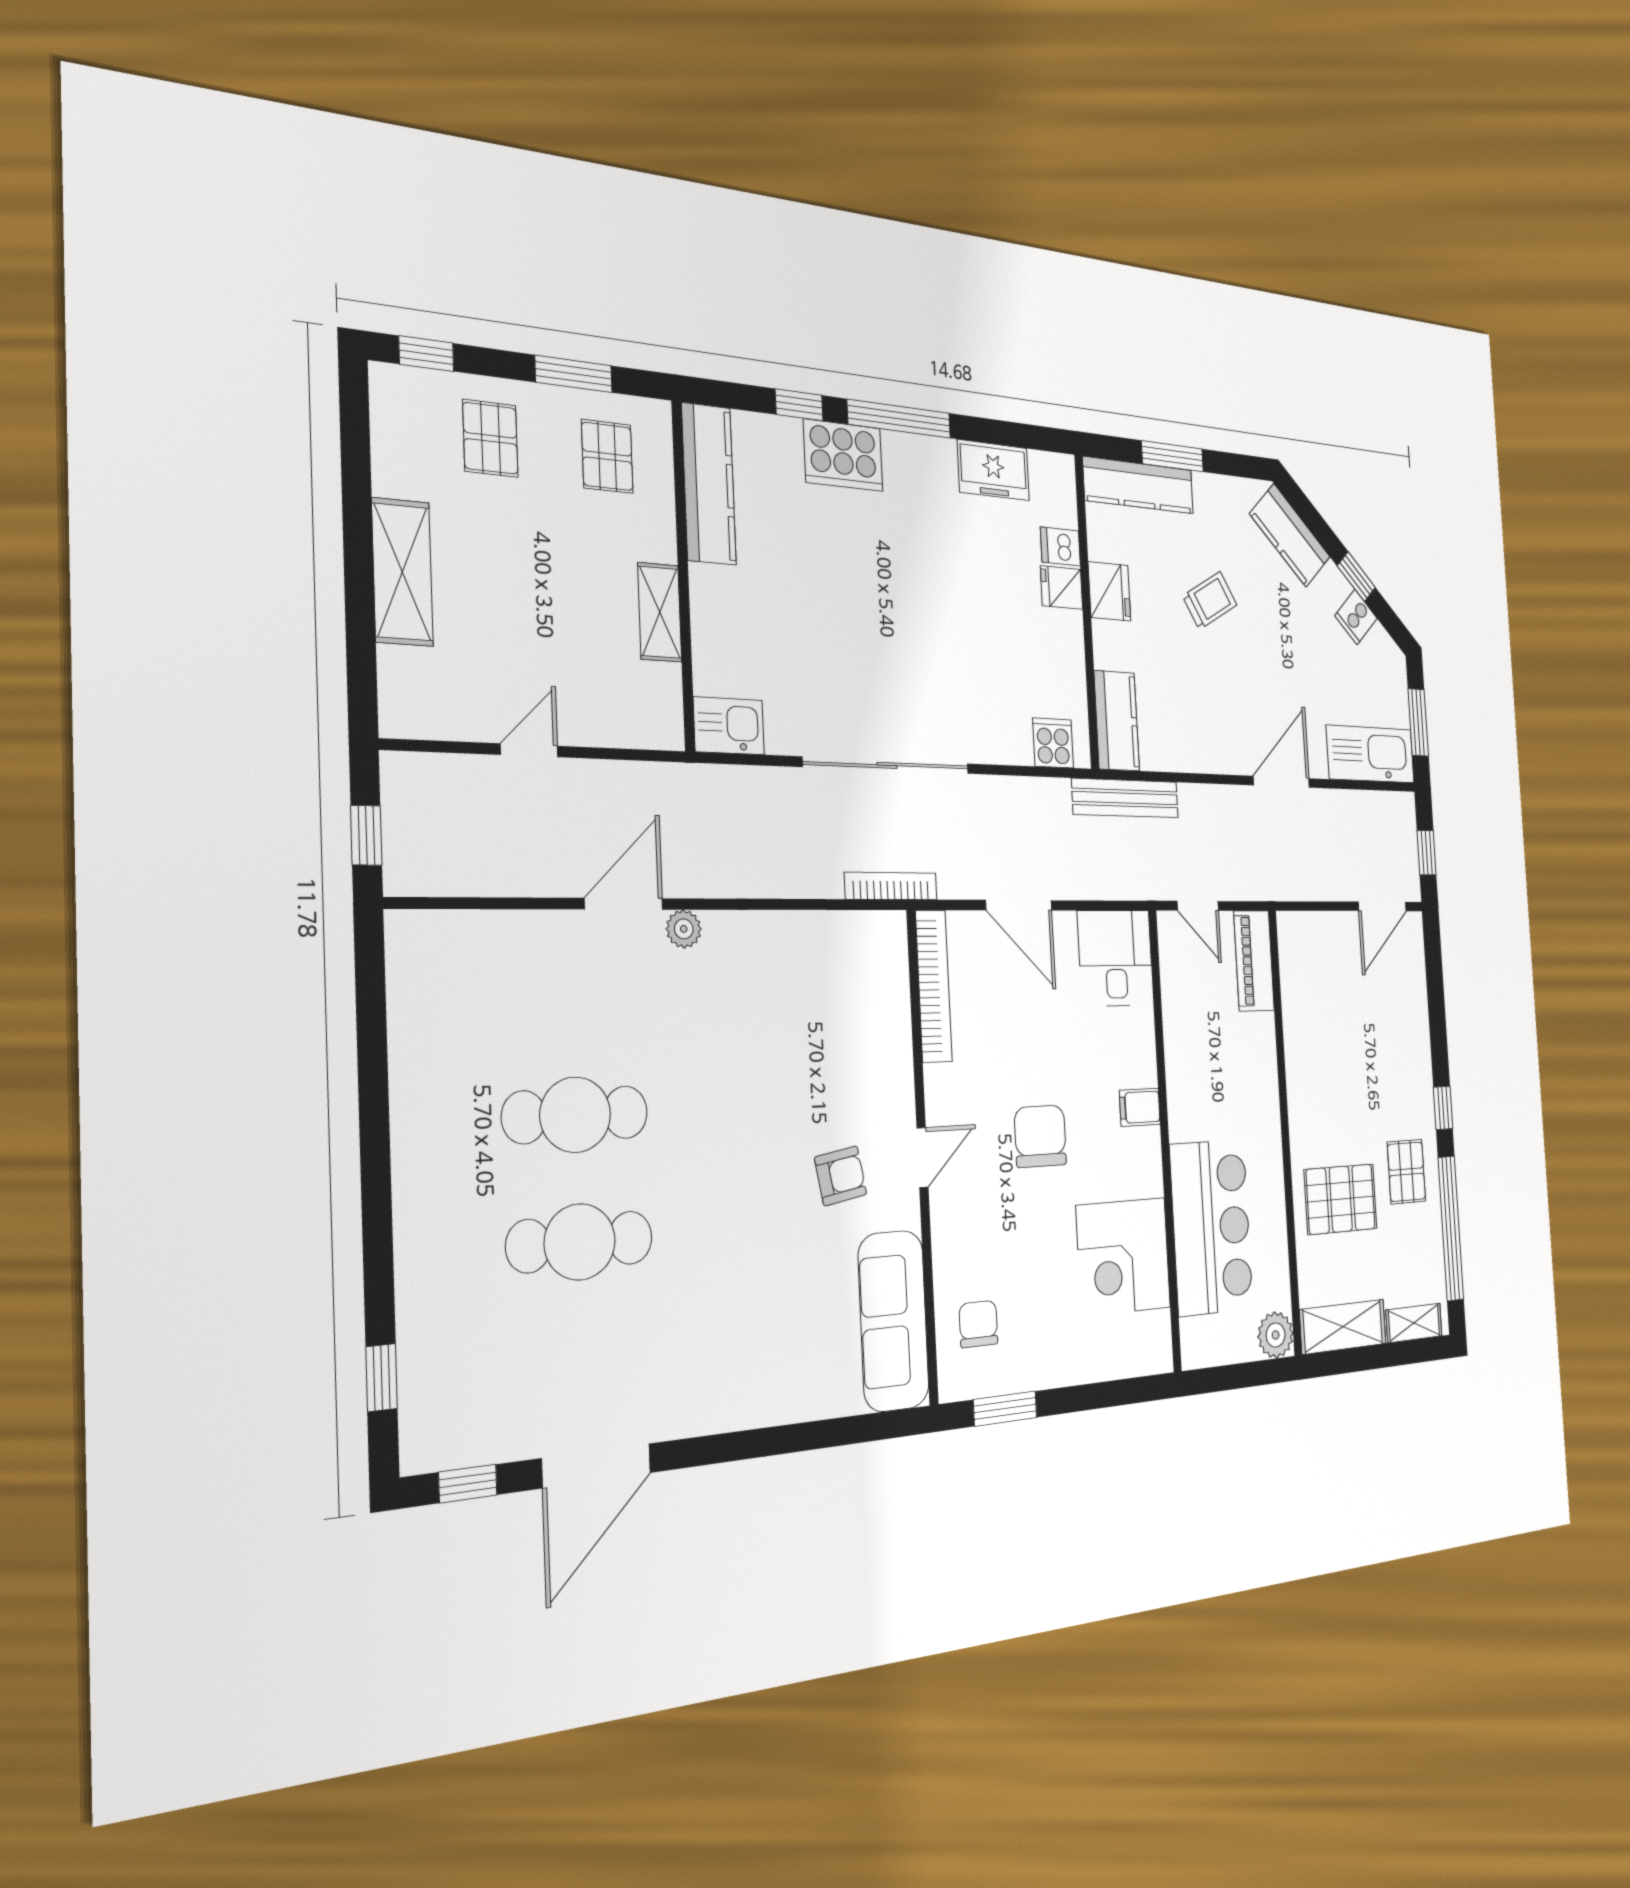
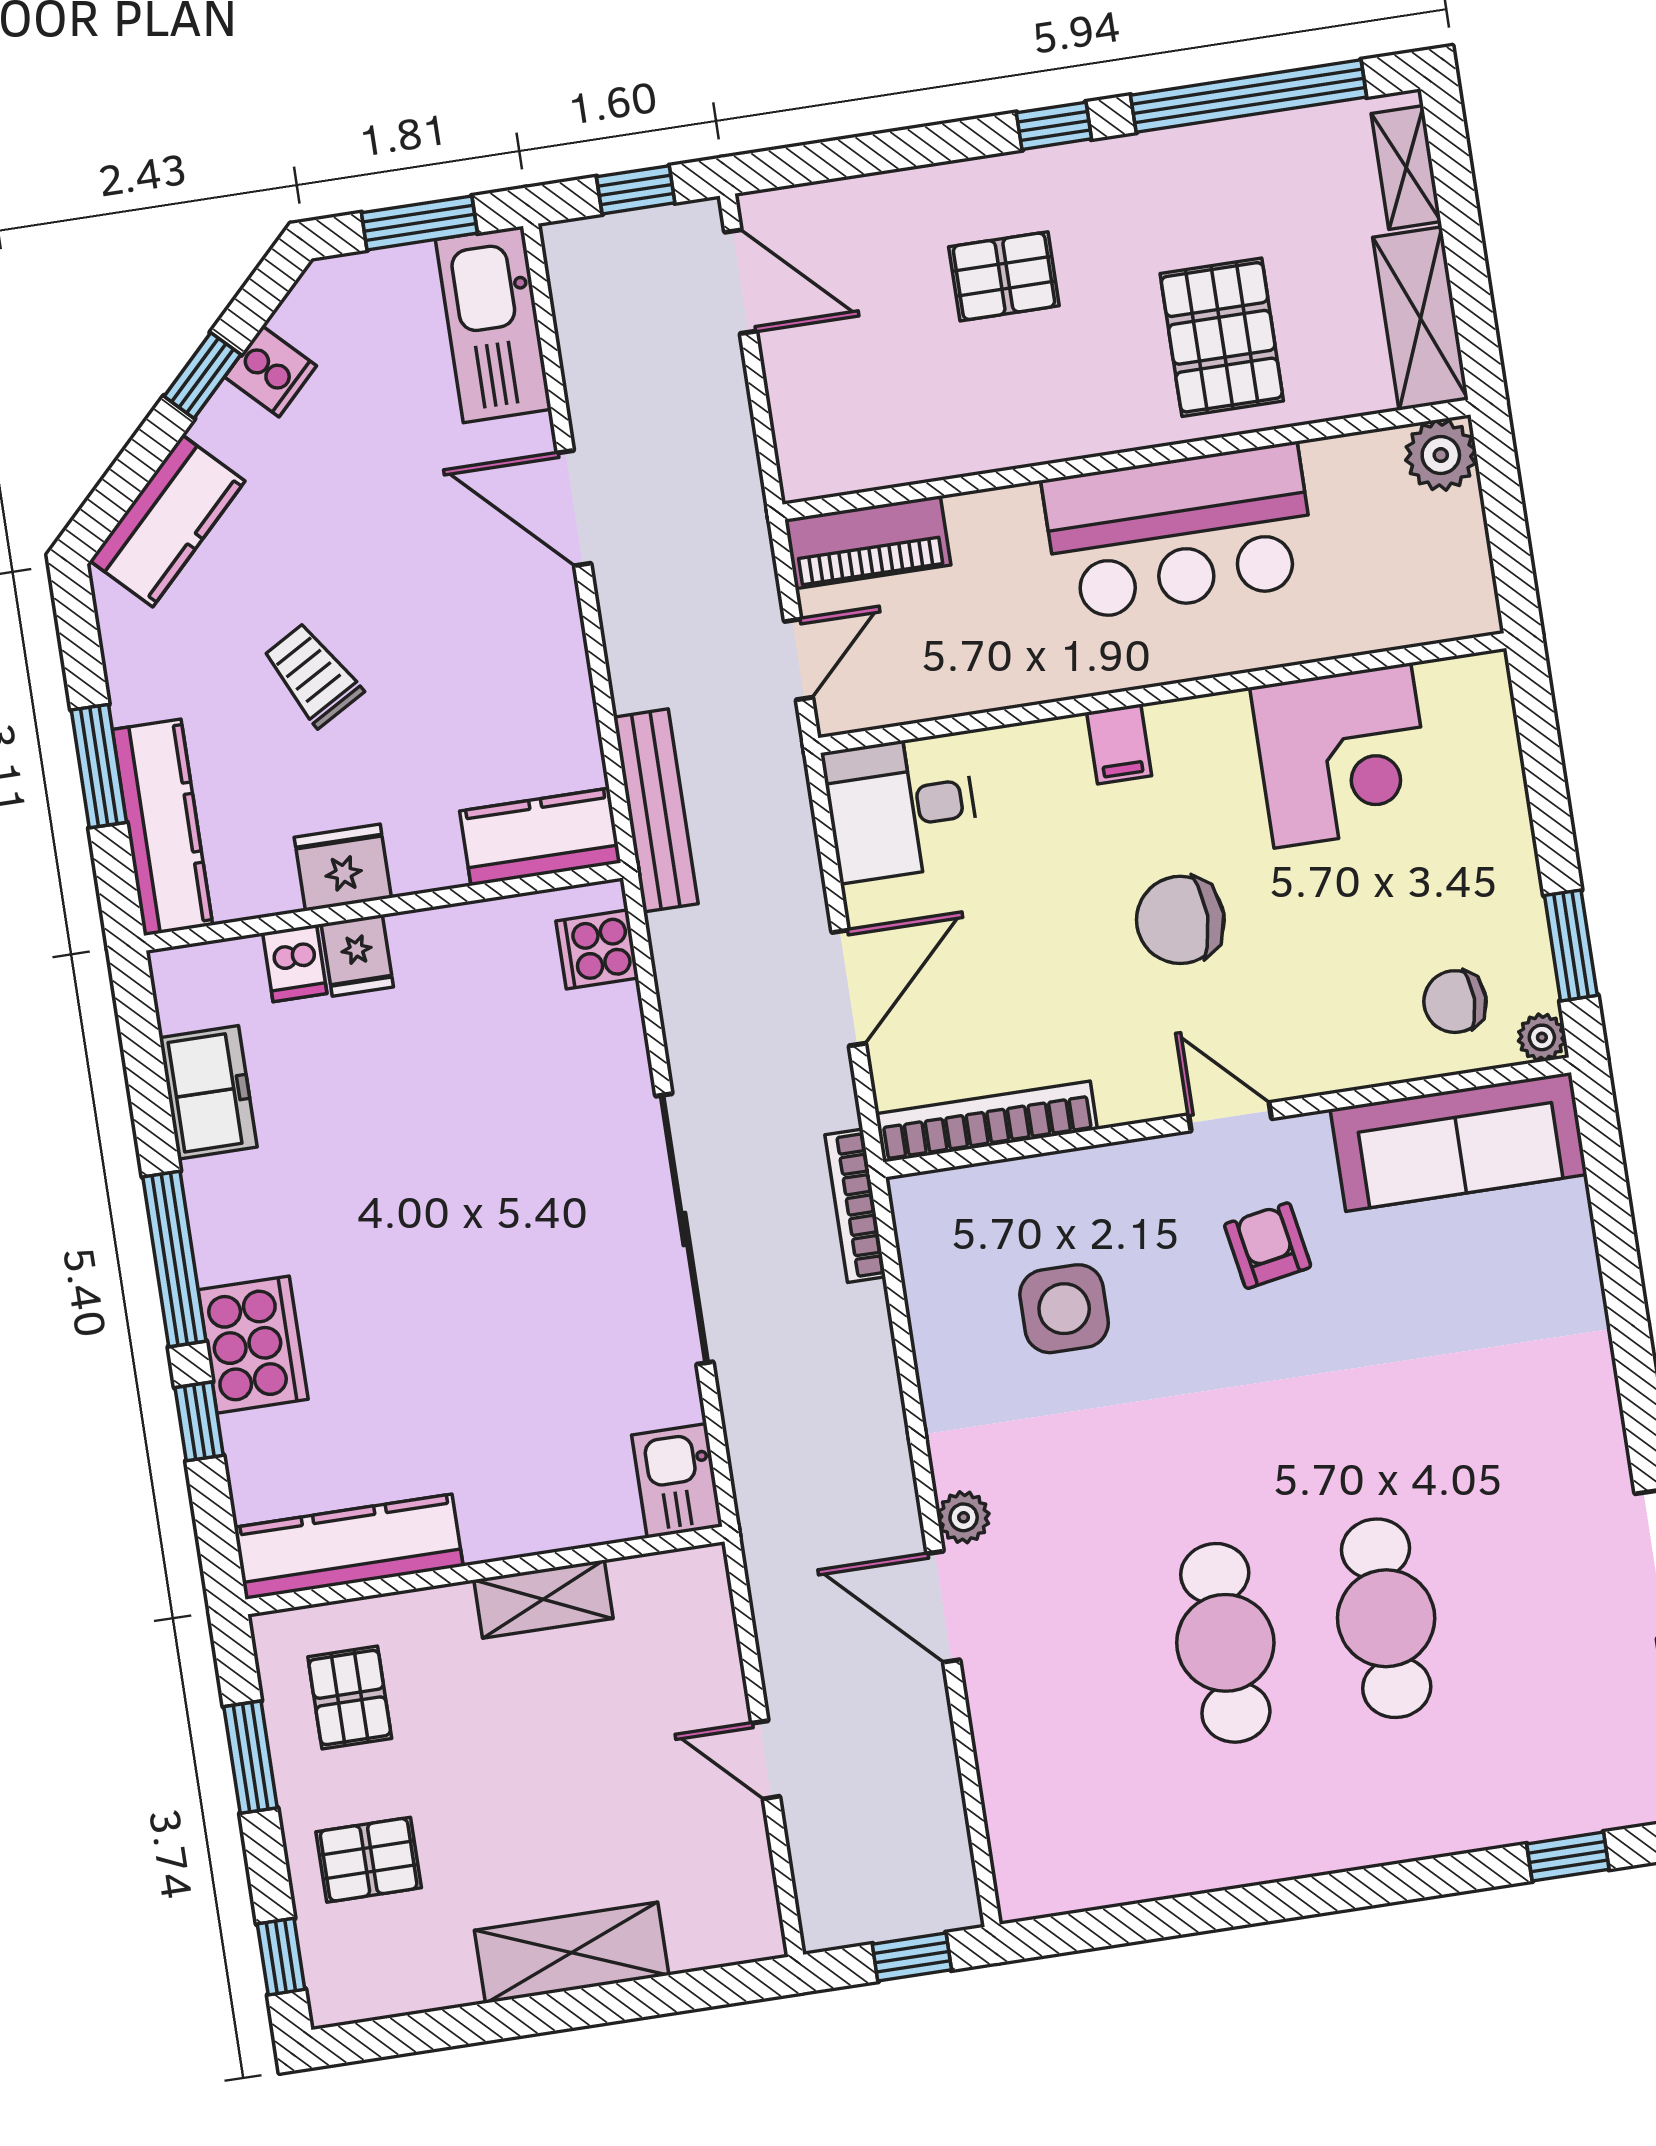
pallet: (607, 456) -> (350, 1698), turned 90
side table: (814, 1023) -> (1064, 1309), added
pallet: (1406, 1172) -> (1004, 276), moved
bar counter: (1211, 1227) -> (1180, 532), moved, turned 180
plant: (952, 1385) -> (1542, 1037), added

